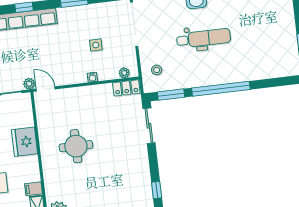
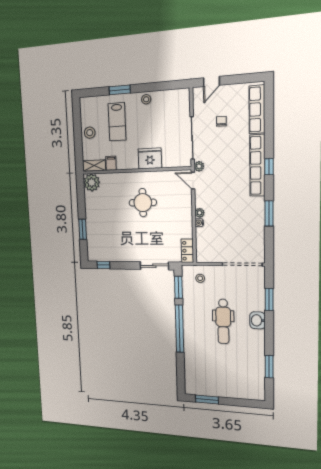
side table: (96, 45) -> (227, 229), removed
plant: (124, 73) -> (200, 213), moved
door: (46, 89) -> (193, 181), swing flipped

